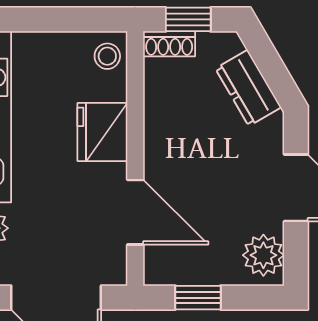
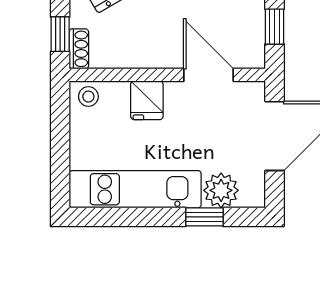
fridge: (102, 132) -> (147, 100), width x0.72
door: (135, 212) -> (209, 75), hinge flipped

